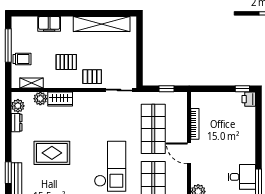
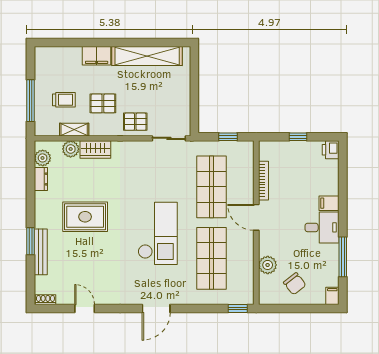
filing cabinet: (49, 24) -> (97, 56), moved
window: (8, 45) -> (31, 101), moved
trolley: (22, 59) -> (64, 100), moved
shelving: (31, 83) -> (74, 130), moved
window: (242, 89) -> (298, 137), moved
filing cabinet: (247, 142) -> (329, 203), added
desk: (242, 177) -> (322, 227), moved

